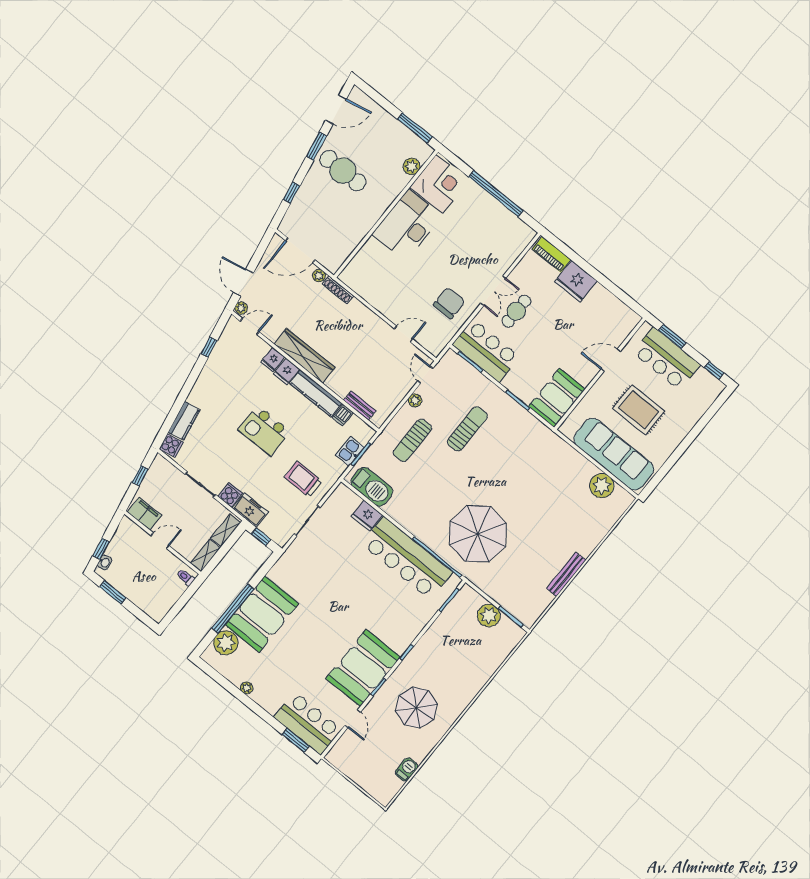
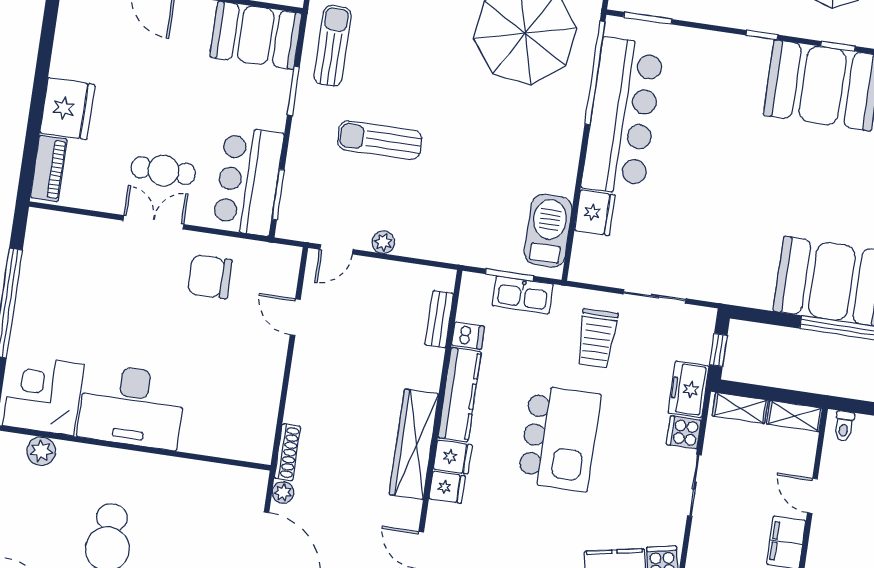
kitchen island: (264, 431) -> (559, 438), width x1.37, depth x1.28
sun lounger: (412, 440) -> (333, 46), moved, turned -90
kitchen sink: (350, 451) -> (523, 295), width x1.38

